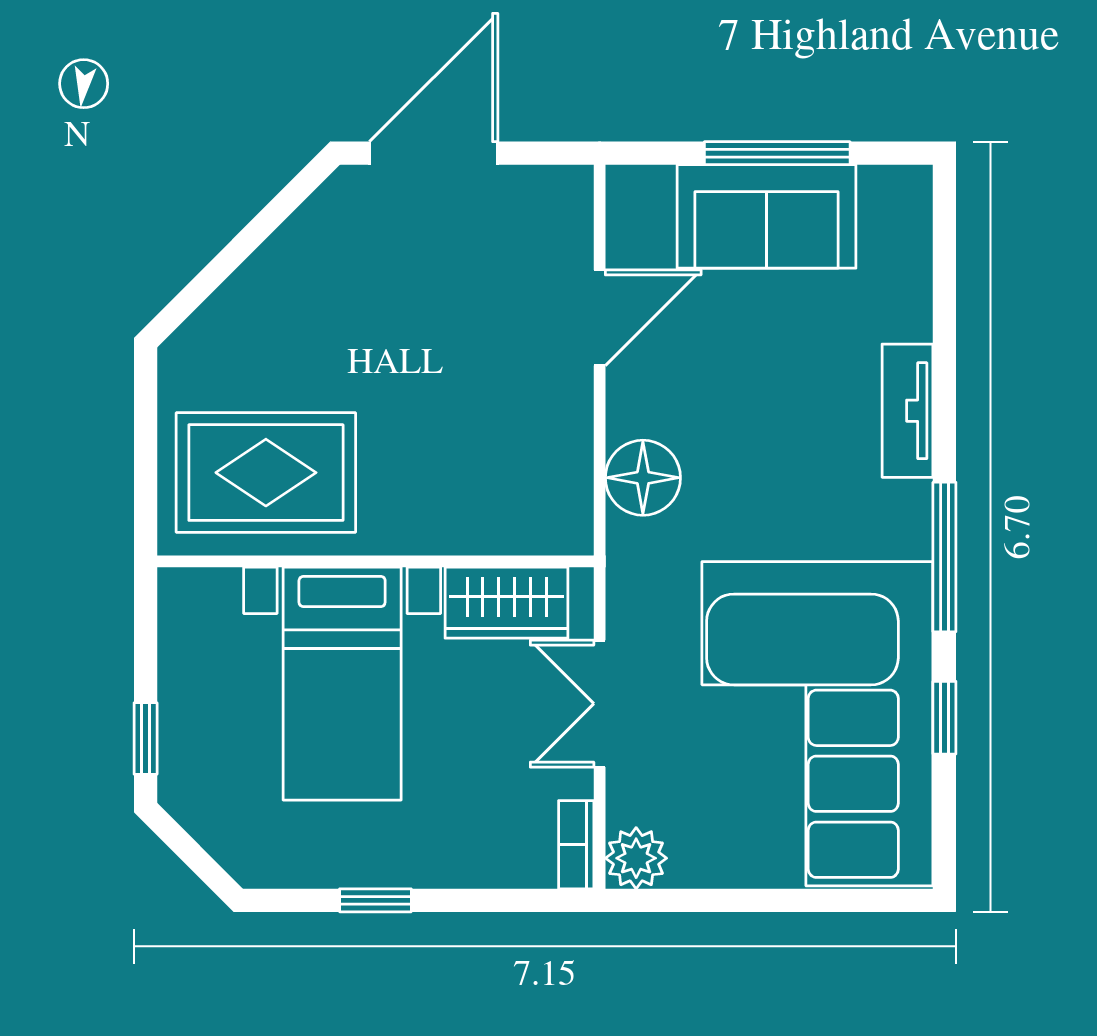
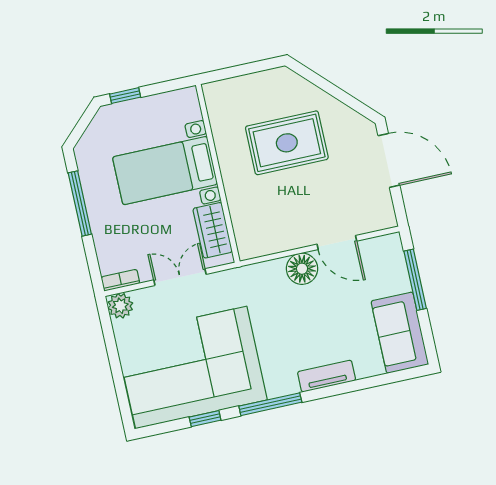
window: (777, 153) -> (415, 280), moved
sofa: (767, 216) -> (400, 333), moved
rug: (266, 473) -> (287, 143), moved, turned 90
floor lamp: (643, 478) -> (302, 269), moved
window: (375, 900) -> (80, 204), width x2.17

